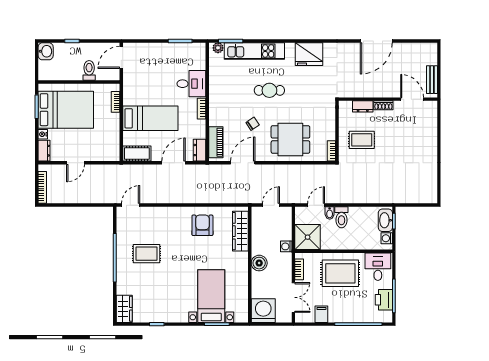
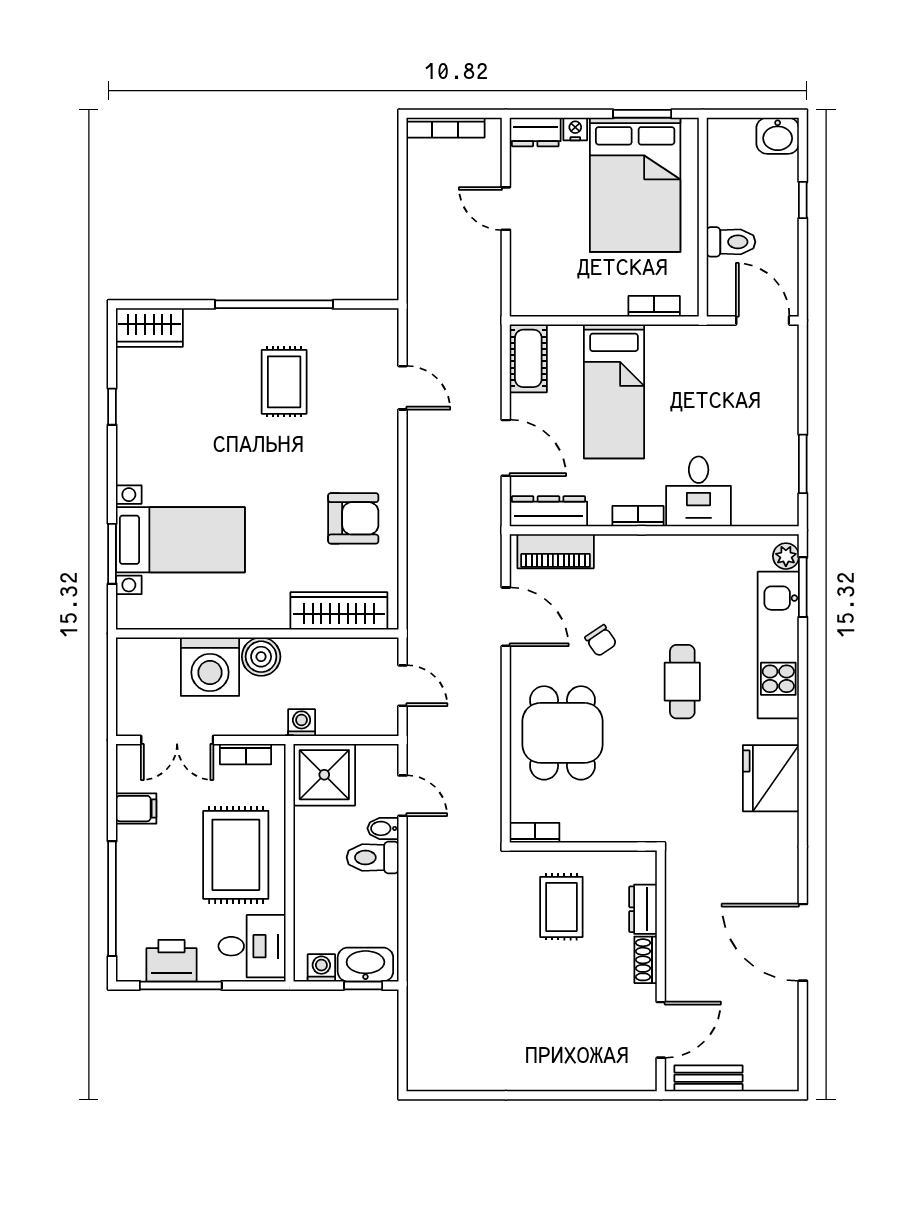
dresser: (200, 150) -> (548, 511), width x1.44
door: (131, 205) -> (403, 388), moved
washing machine: (263, 311) -> (210, 667), moved, turned 90

